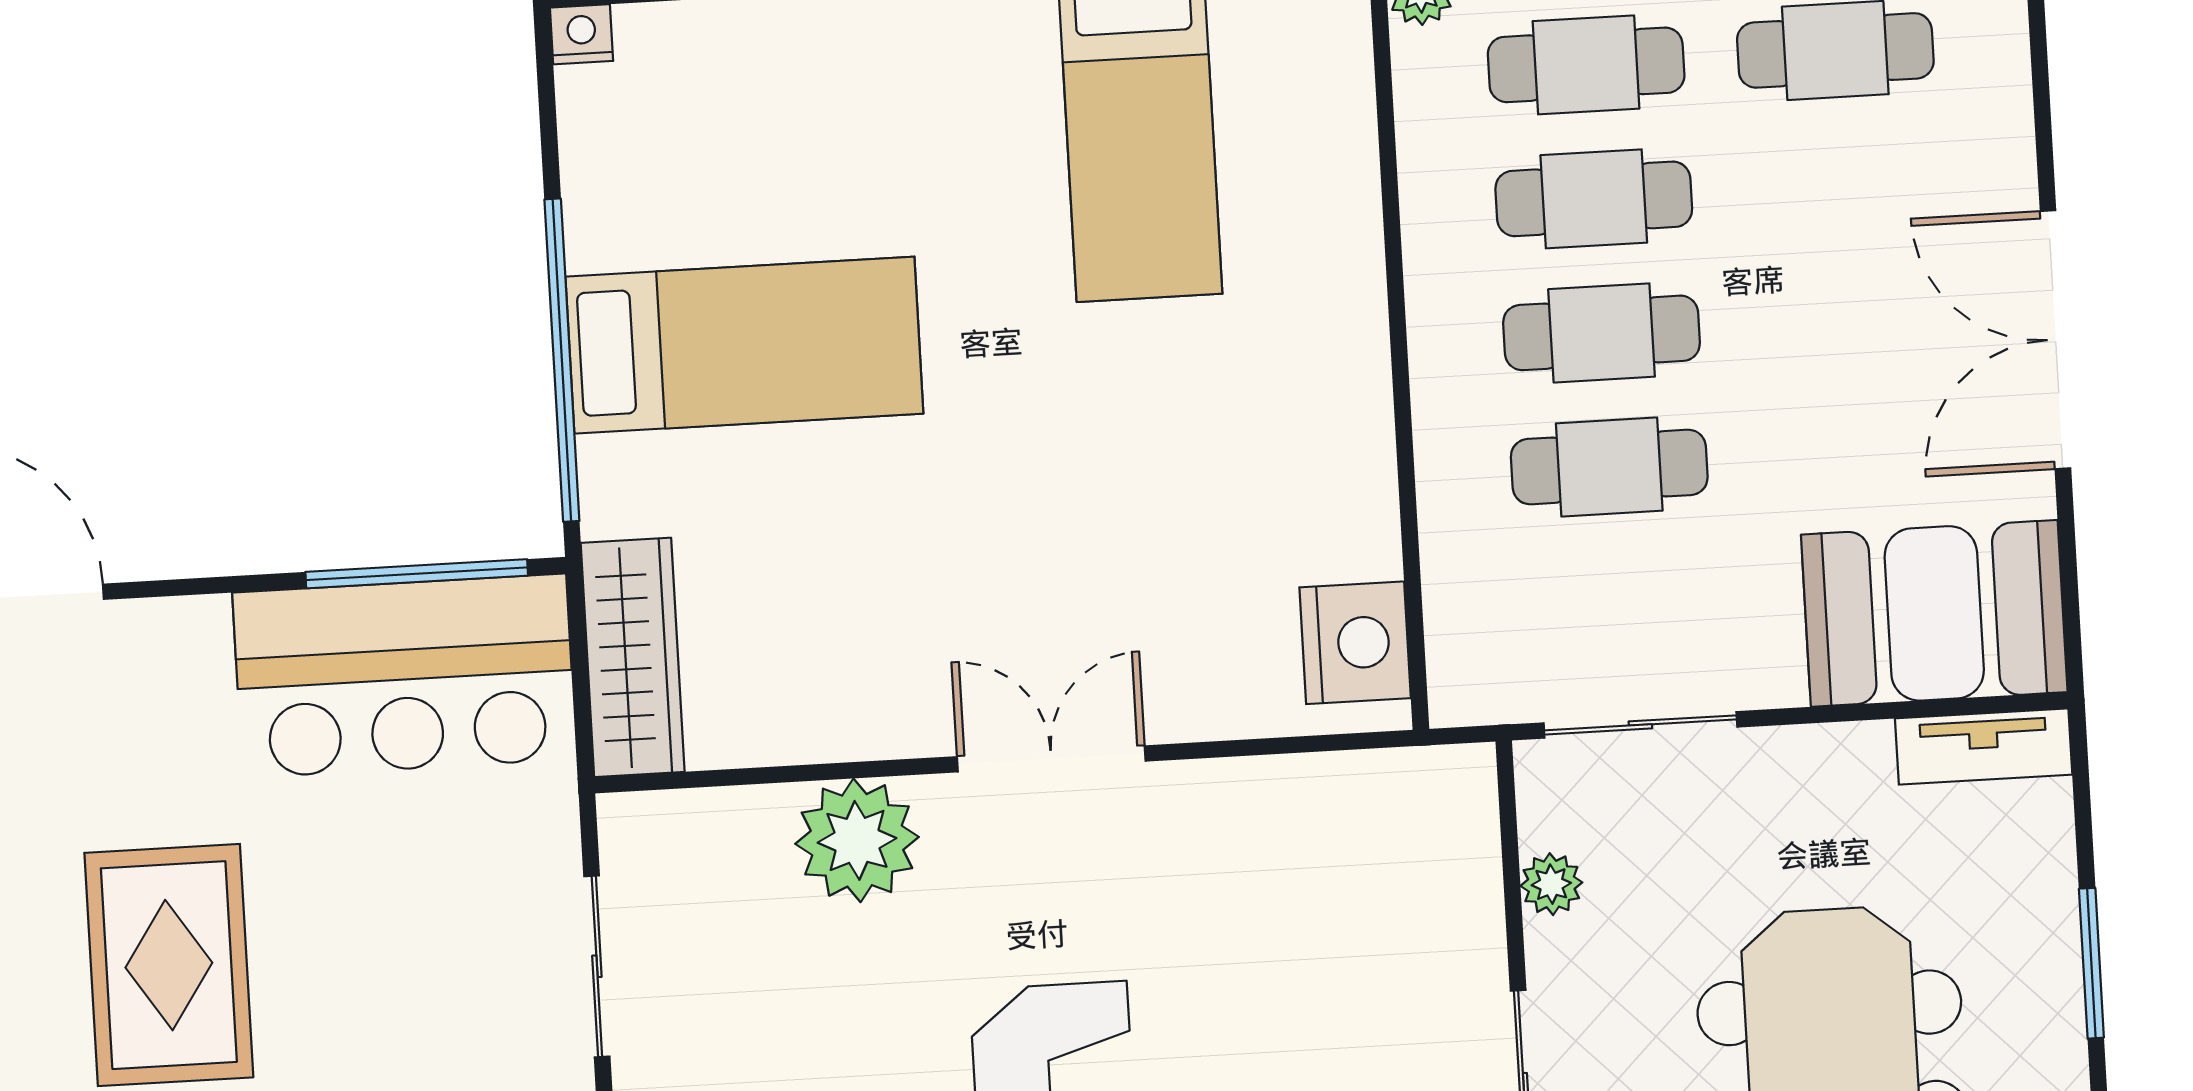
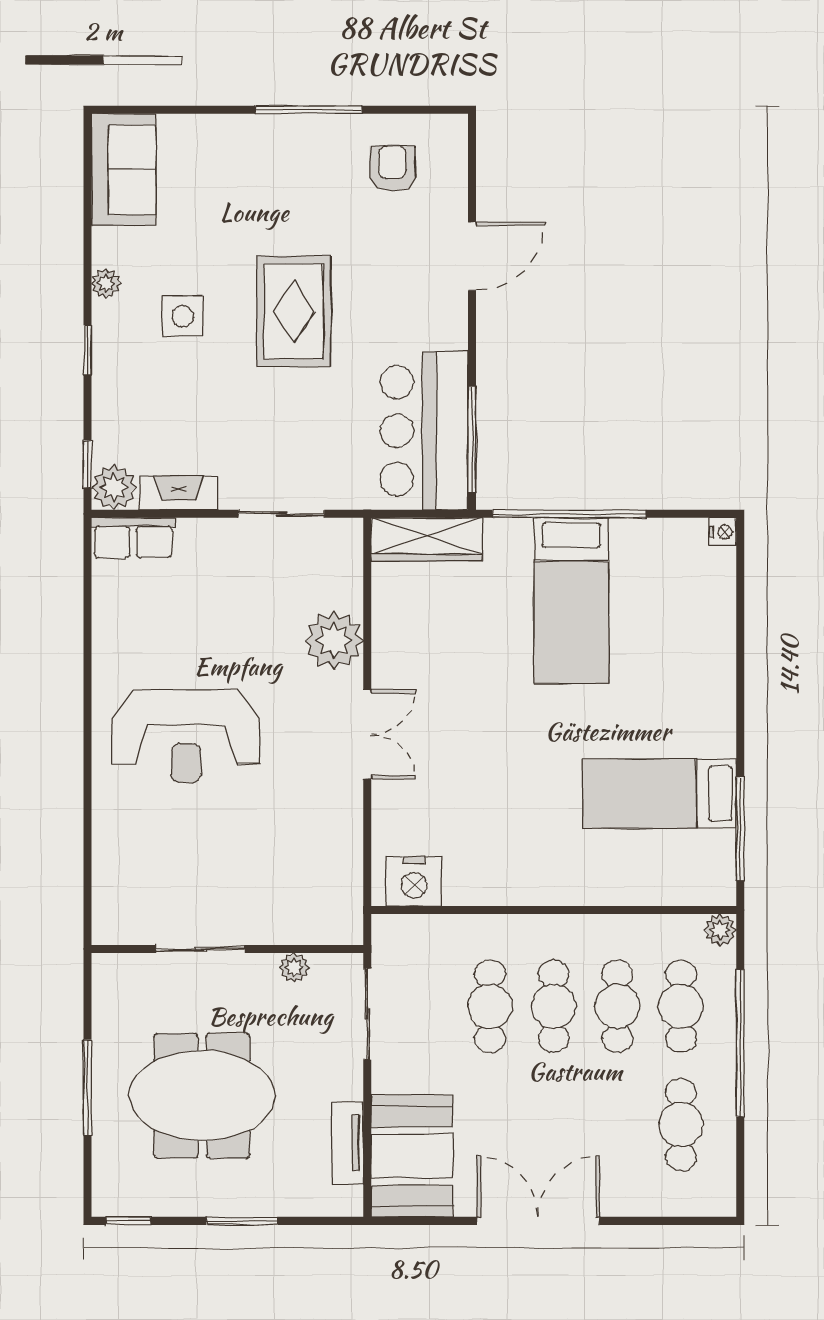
tv unit: (1984, 747) -> (348, 1143), moved
rug: (169, 965) -> (294, 311), turned 90

